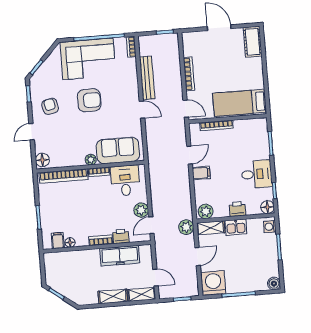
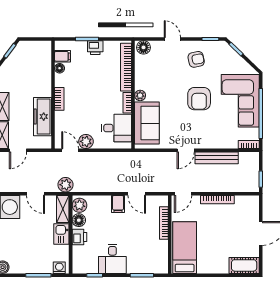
floor lamp: (267, 207) -> (79, 220), moved
printer: (121, 236) -> (95, 48), moved, turned 90

